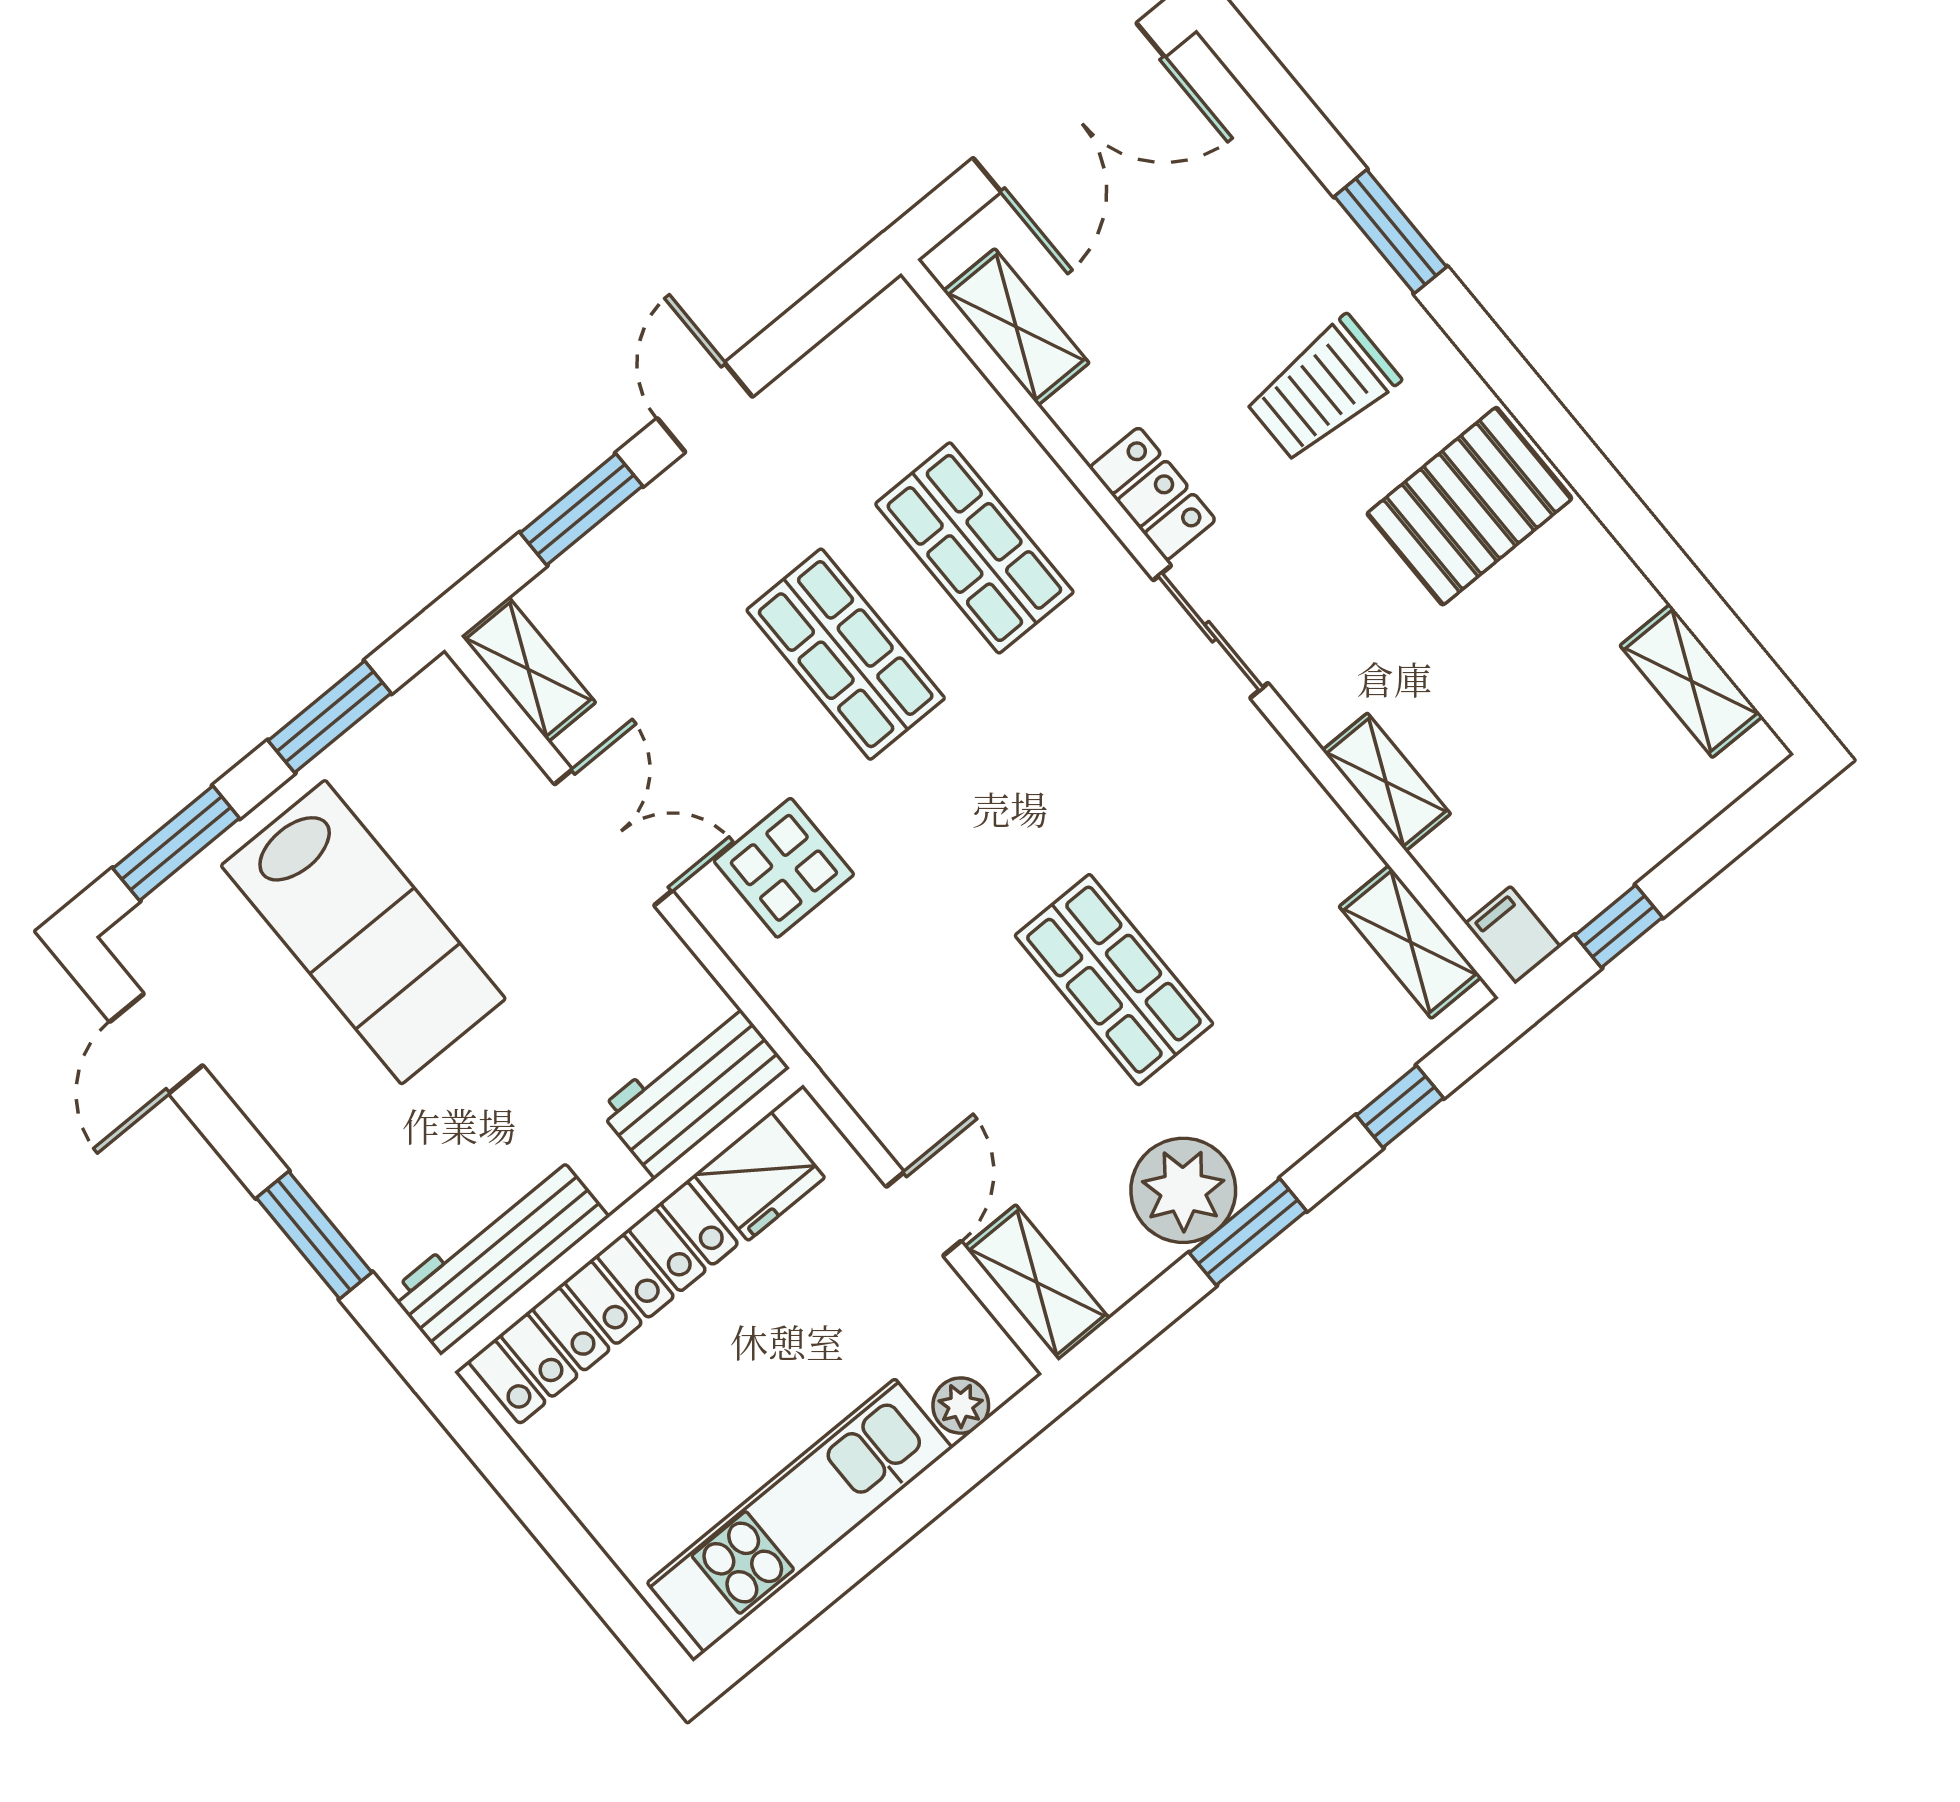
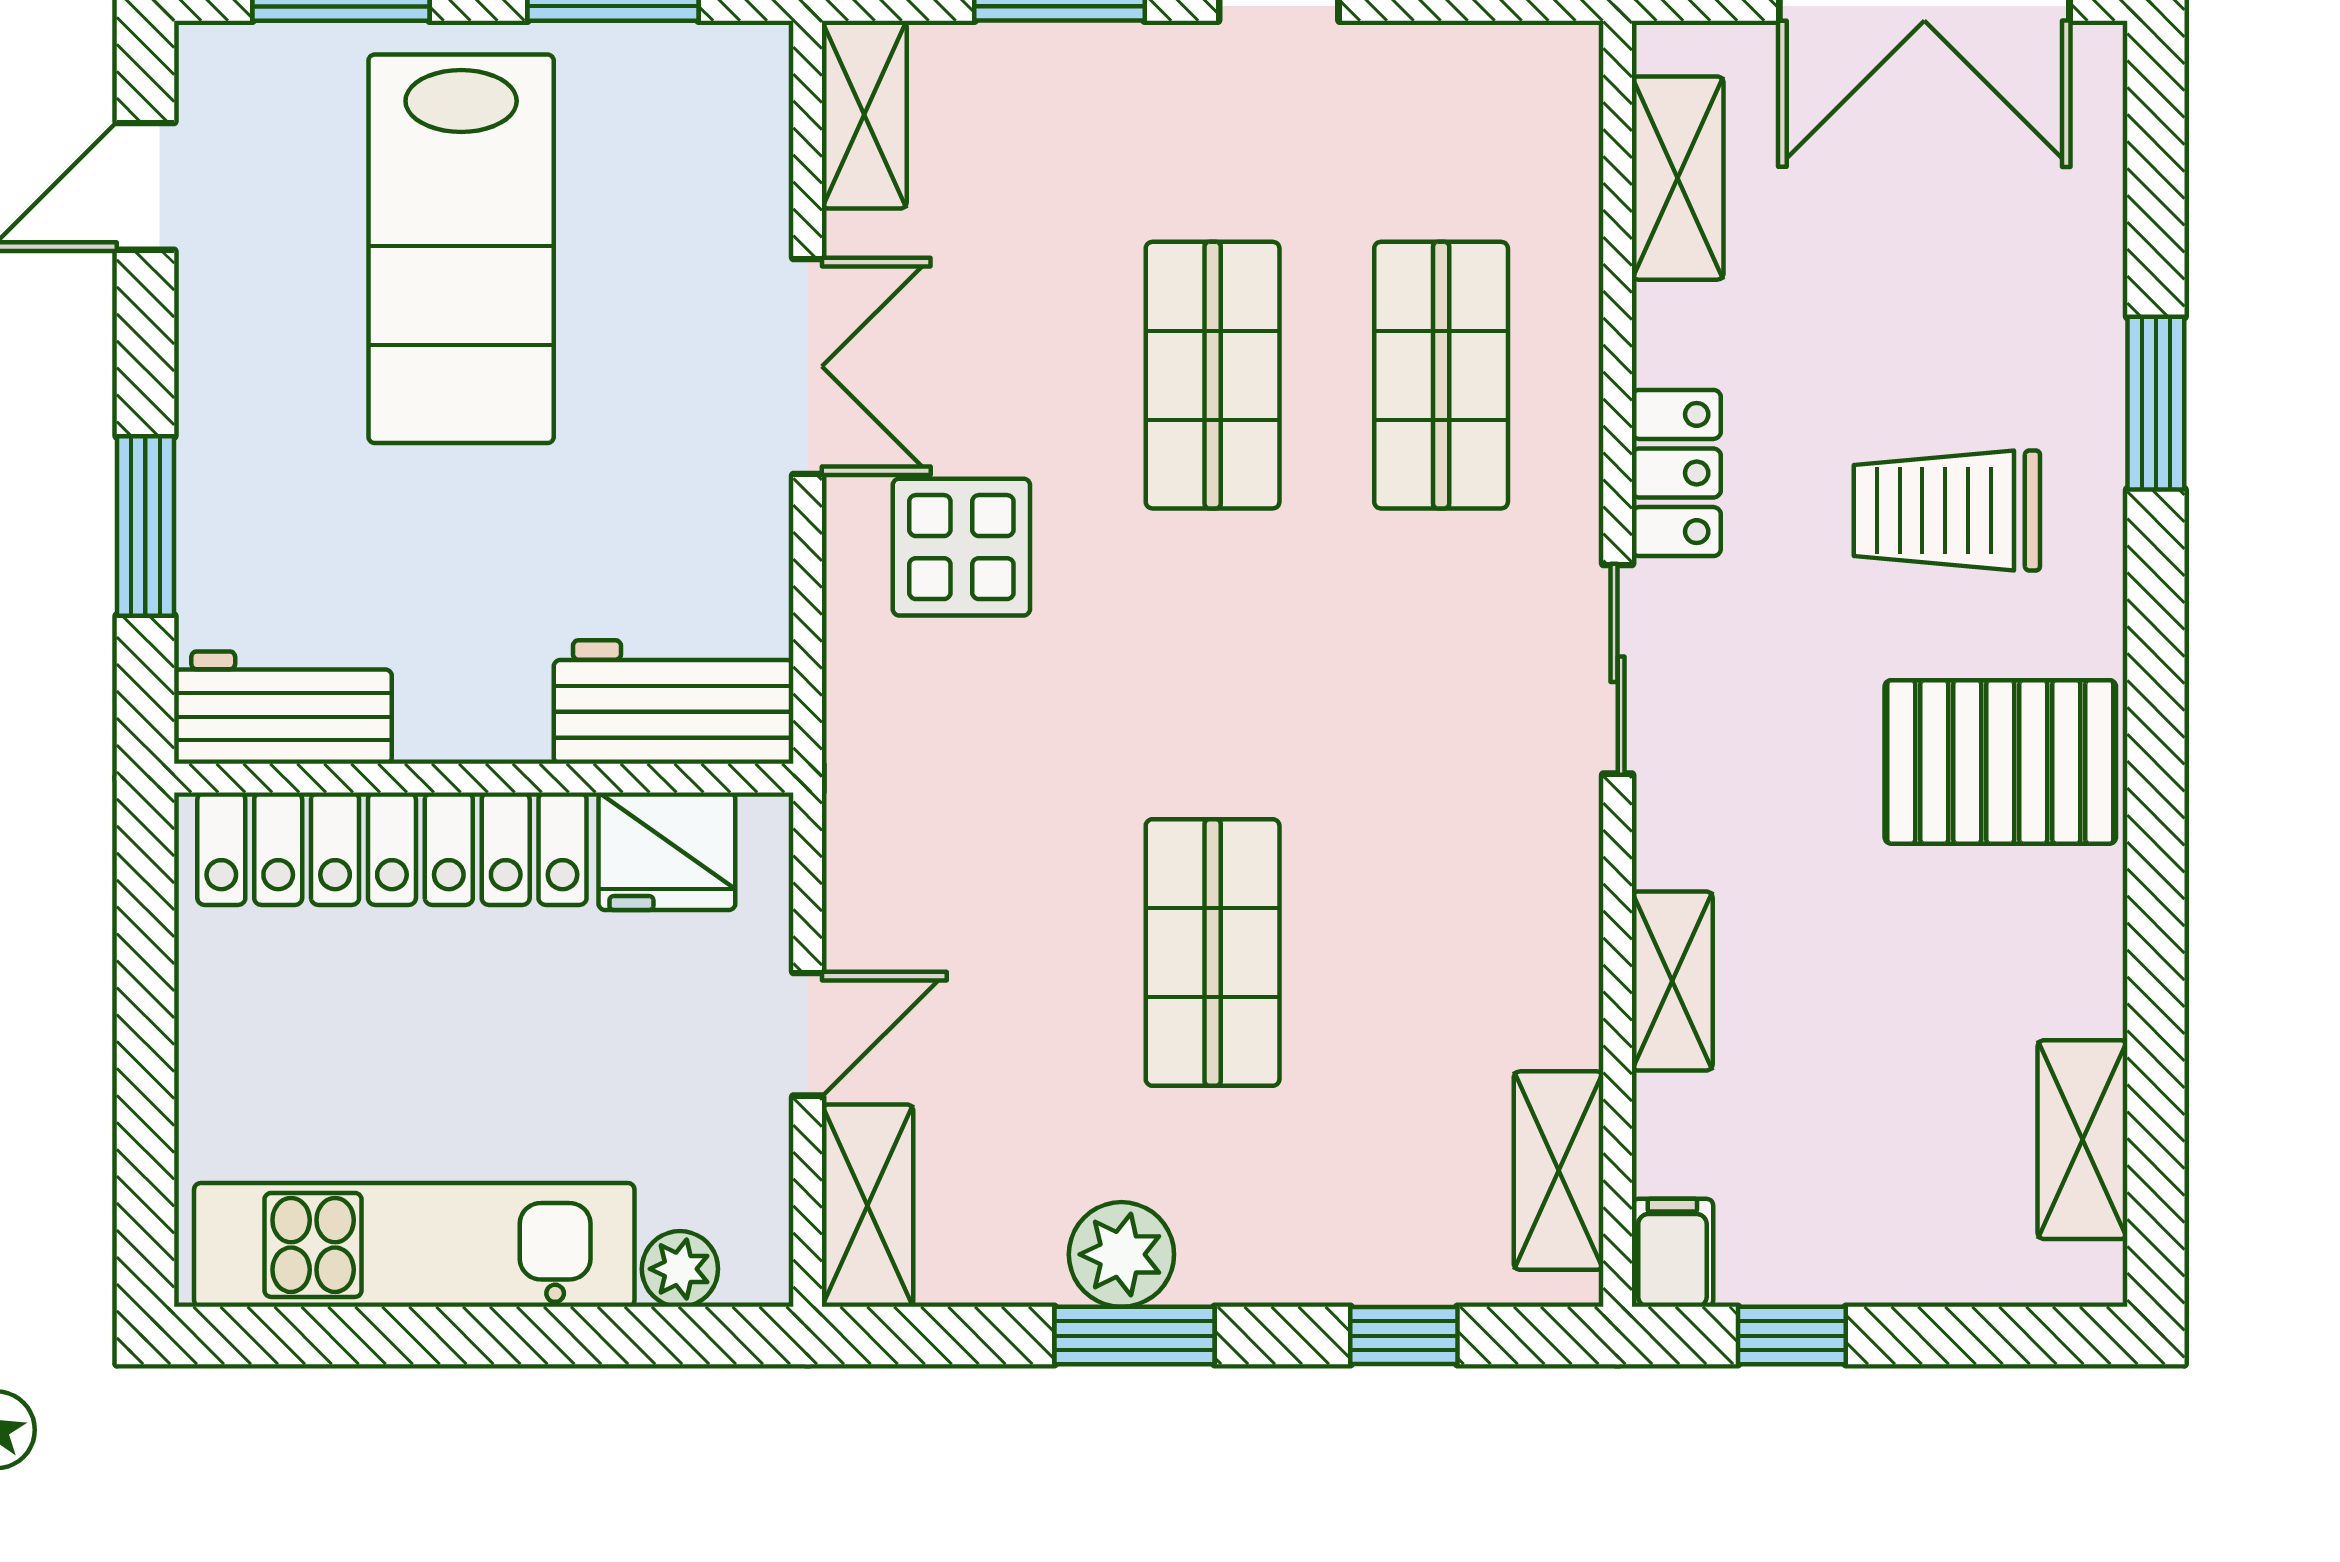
plant: (1183, 1190) -> (1121, 1254), width x0.73, depth x0.73
workbench: (499, 1255) -> (283, 708), width x0.73

